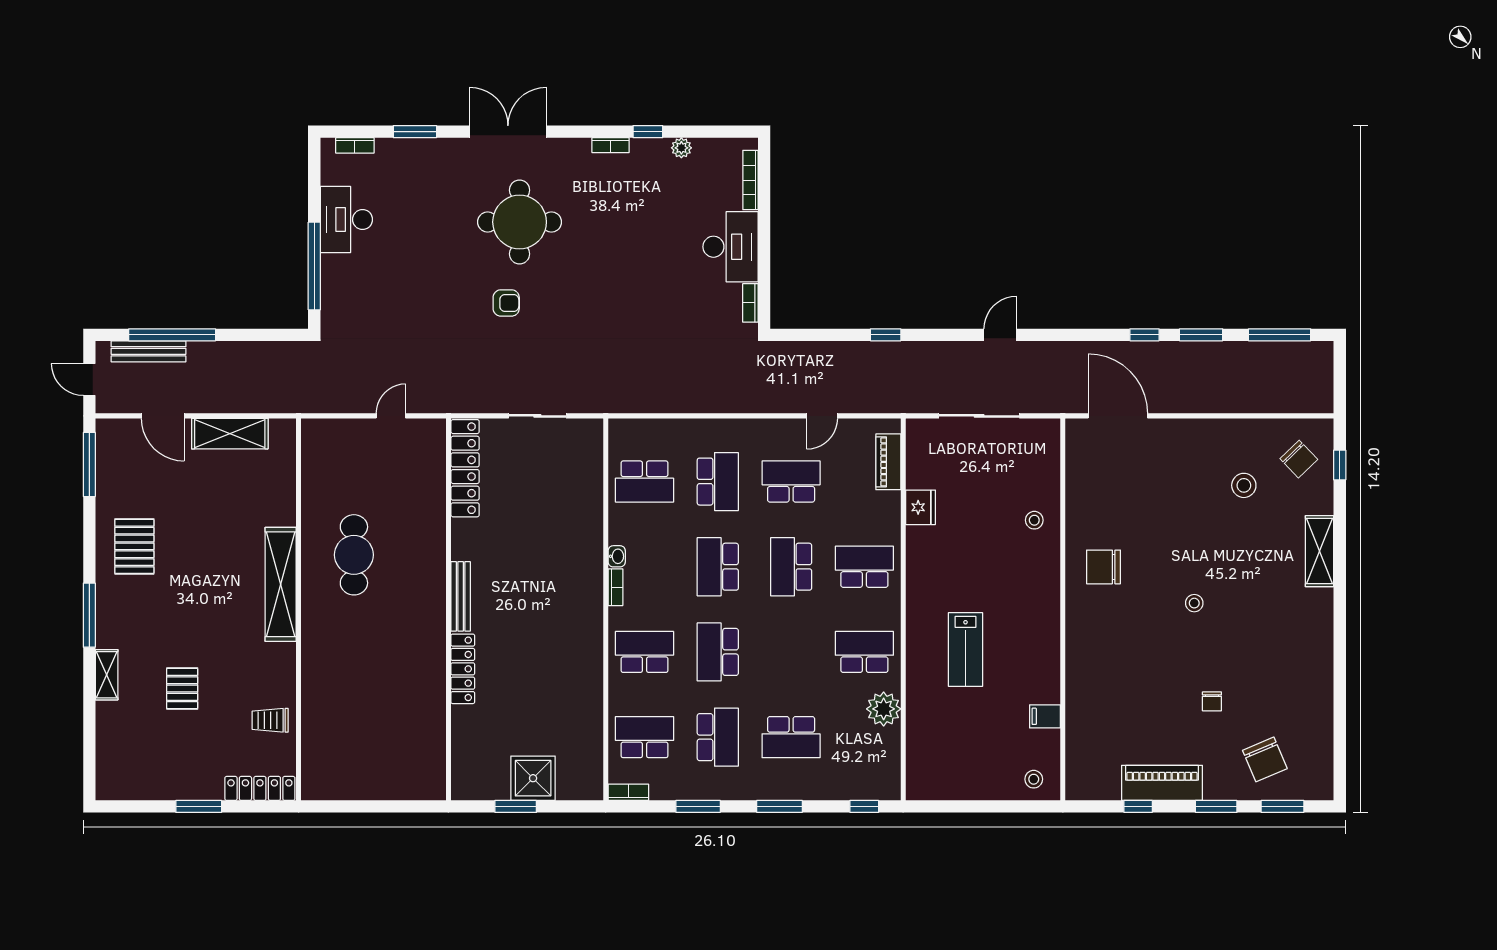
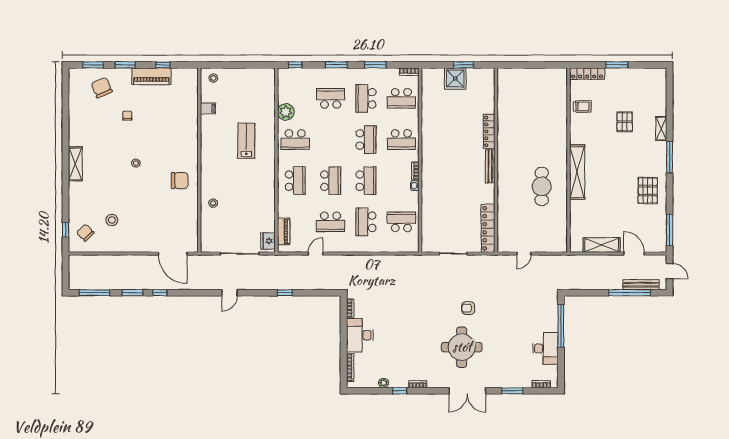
fridge: (920, 507) -> (268, 241), moved
shelving: (1320, 551) -> (75, 164), moved
school desk: (864, 567) -> (295, 181), turned -90

